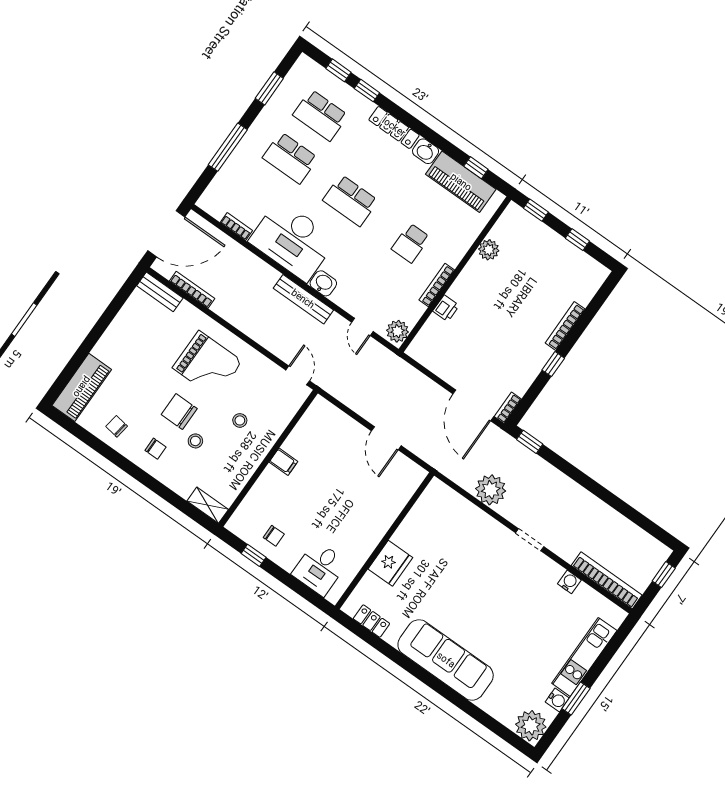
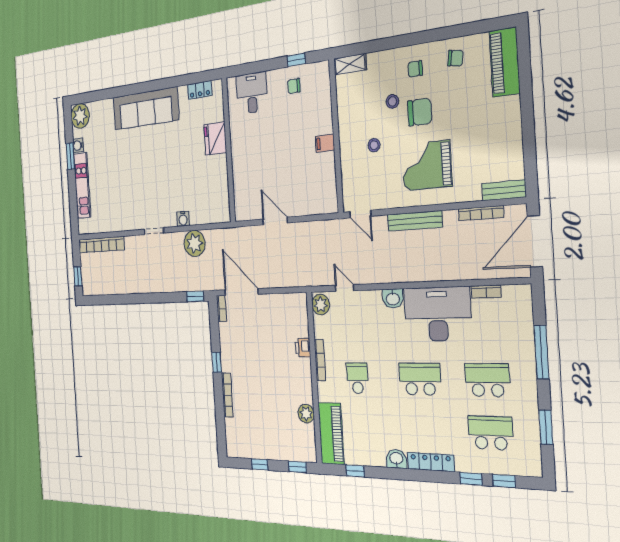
piano: (461, 182) -> (331, 433), moved, turned 90
bench: (303, 299) -> (415, 221), moved
water cooler: (569, 582) -> (183, 219), moved

